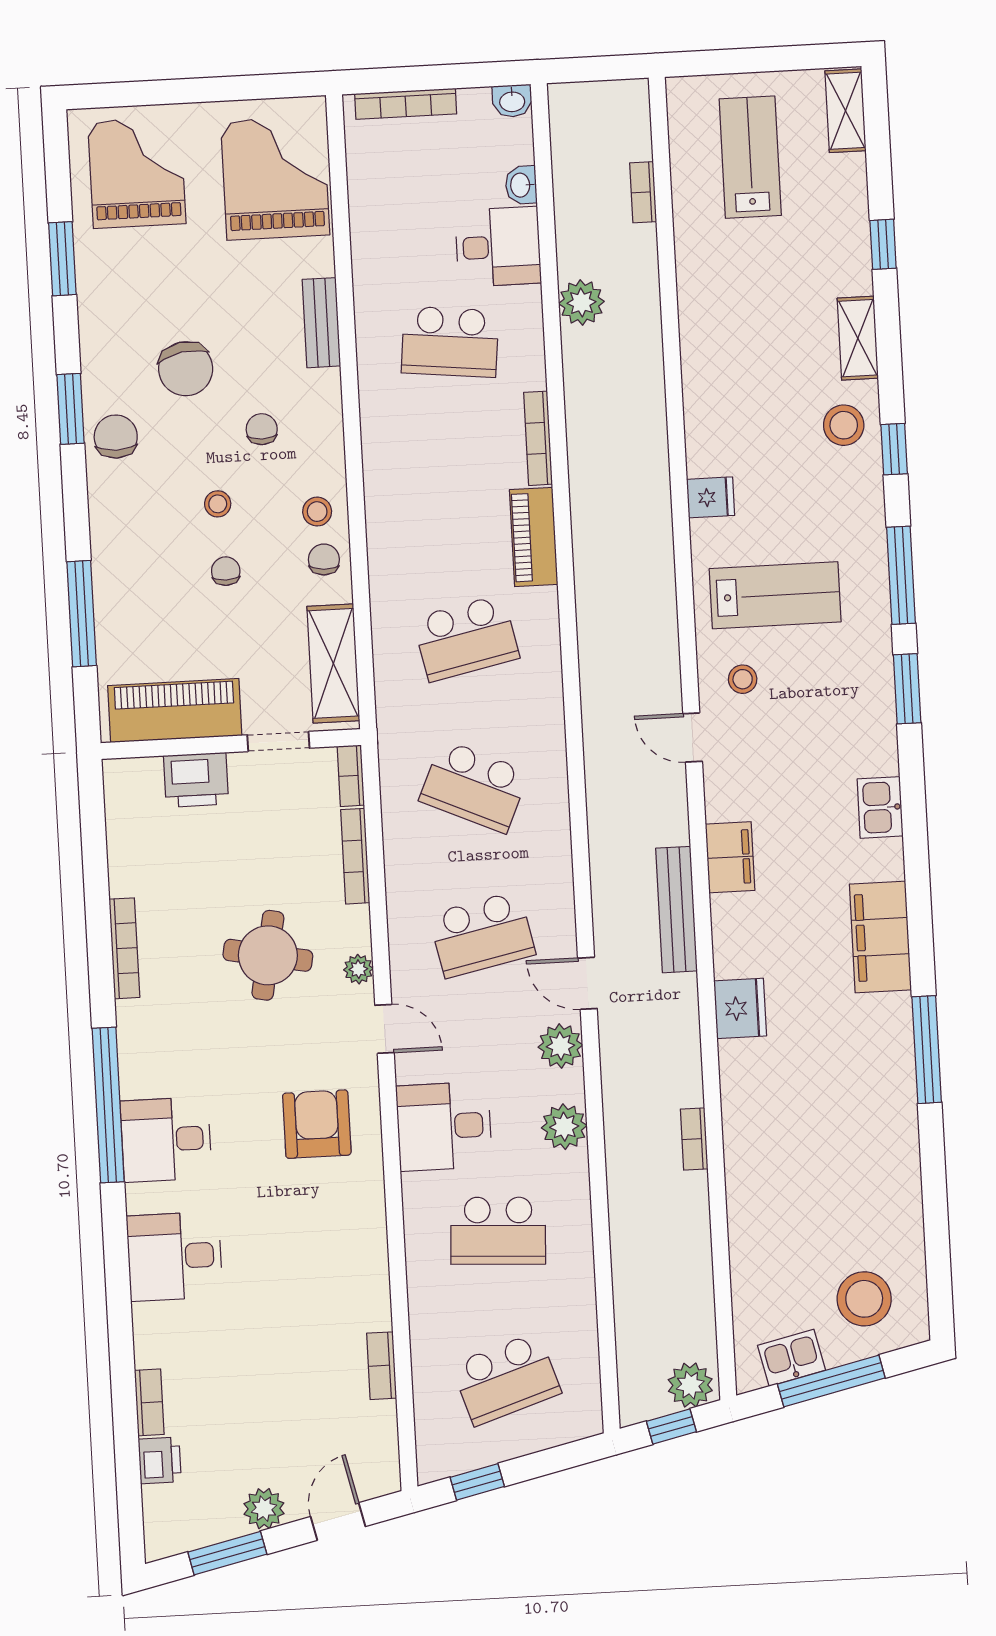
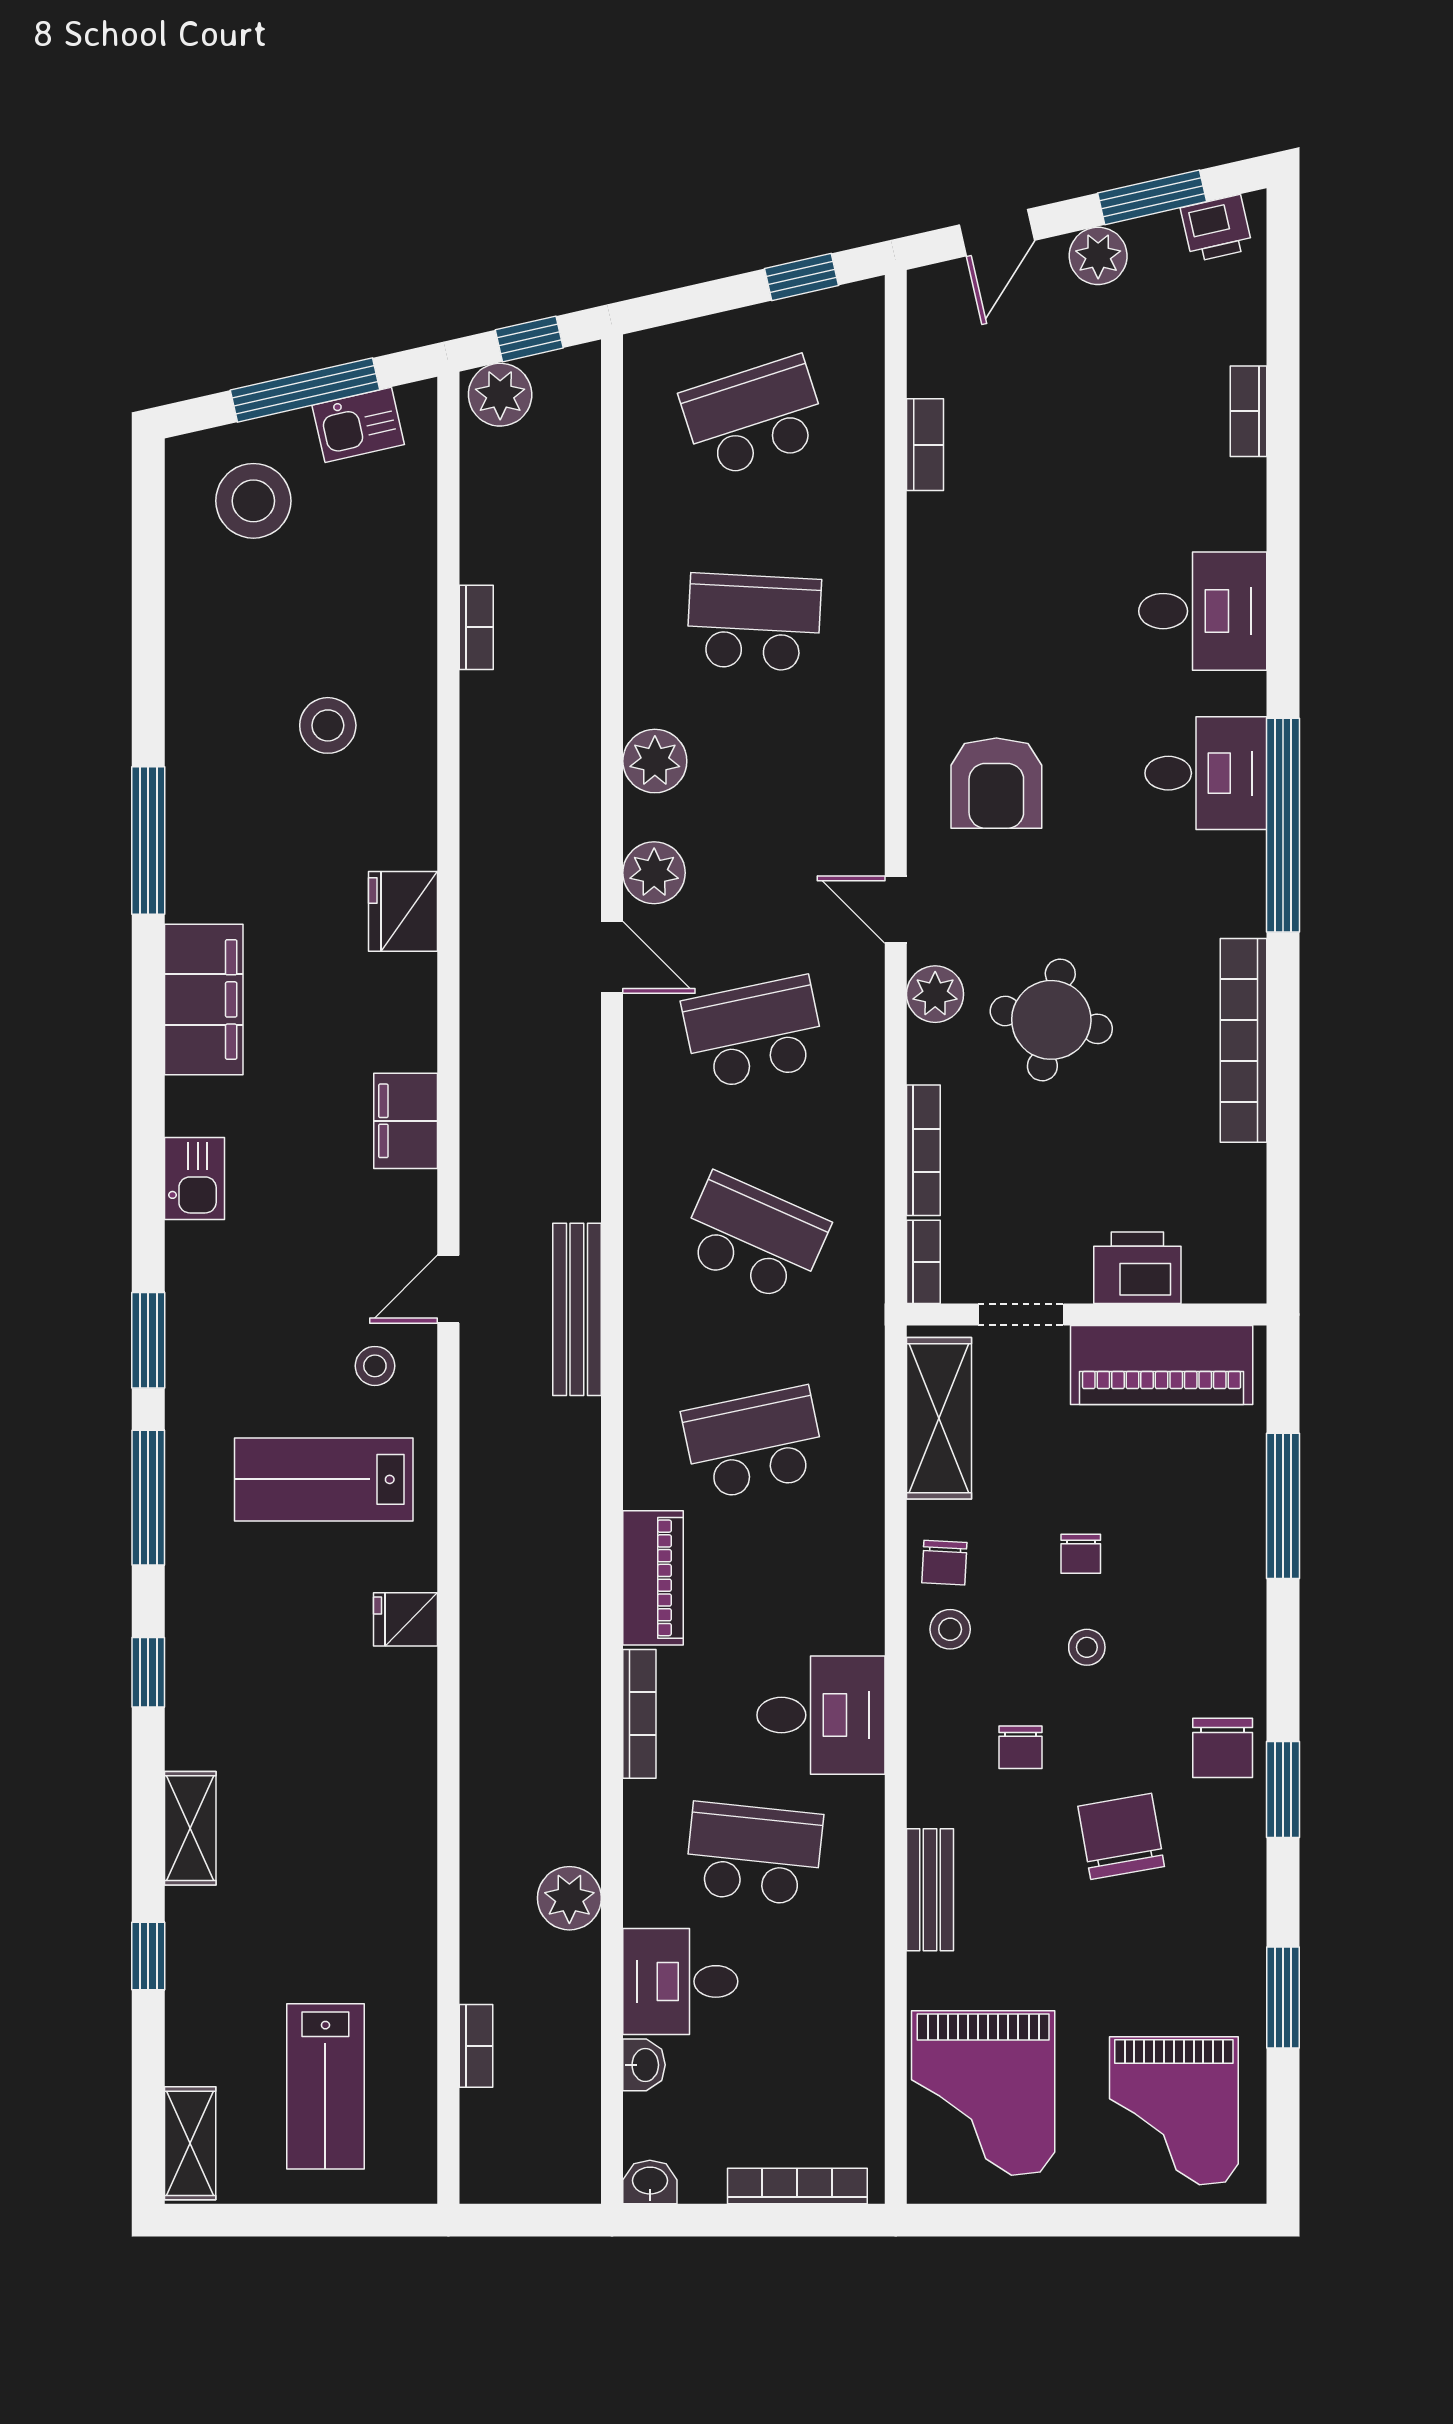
stool: (844, 425) -> (328, 725), moved
door: (693, 737) -> (448, 1289), swing flipped
bench: (676, 910) -> (577, 1309), moved
bookcase: (124, 948) -> (1244, 1040), width x1.48, depth x1.31
plant: (358, 969) -> (935, 994), width x1.38, depth x1.38
desk: (444, 1126) -> (821, 1715), moved
bookcase: (694, 1139) -> (476, 627), moved
printer: (160, 1460) -> (1217, 228), moved, turned -103

